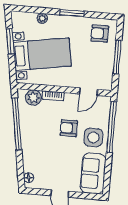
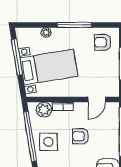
window: (72, 13) -> (74, 25), width x1.44
window: (10, 41) -> (17, 57), width x1.44
side table: (93, 137) -> (48, 142), moved

